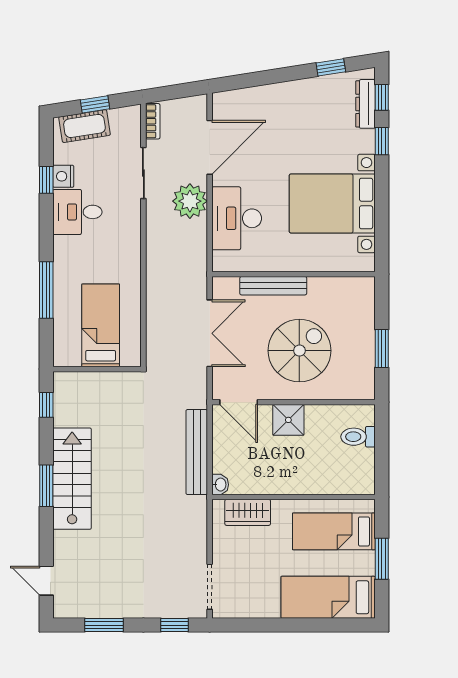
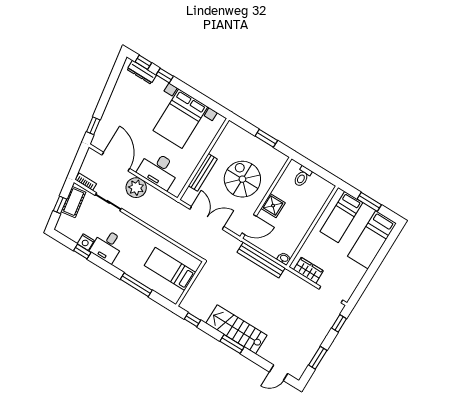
window: (331, 67) -> (93, 126), moved
cot: (84, 126) -> (74, 202), moved
wardrobe: (248, 512) -> (308, 270), moved, turned -90

